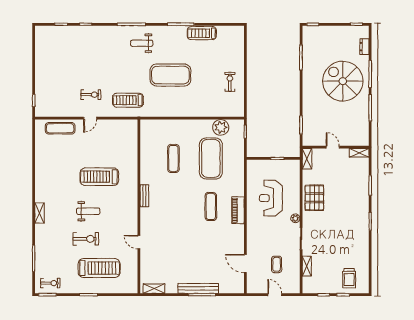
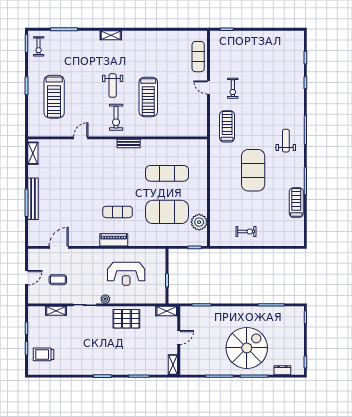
exercise mat: (173, 158) -> (167, 173), width x1.36, depth x1.45
treadmill: (99, 177) -> (148, 97), turned 180
reception desk: (271, 198) -> (126, 274), turned 180
exercise bike: (86, 239) -> (116, 117), moved

